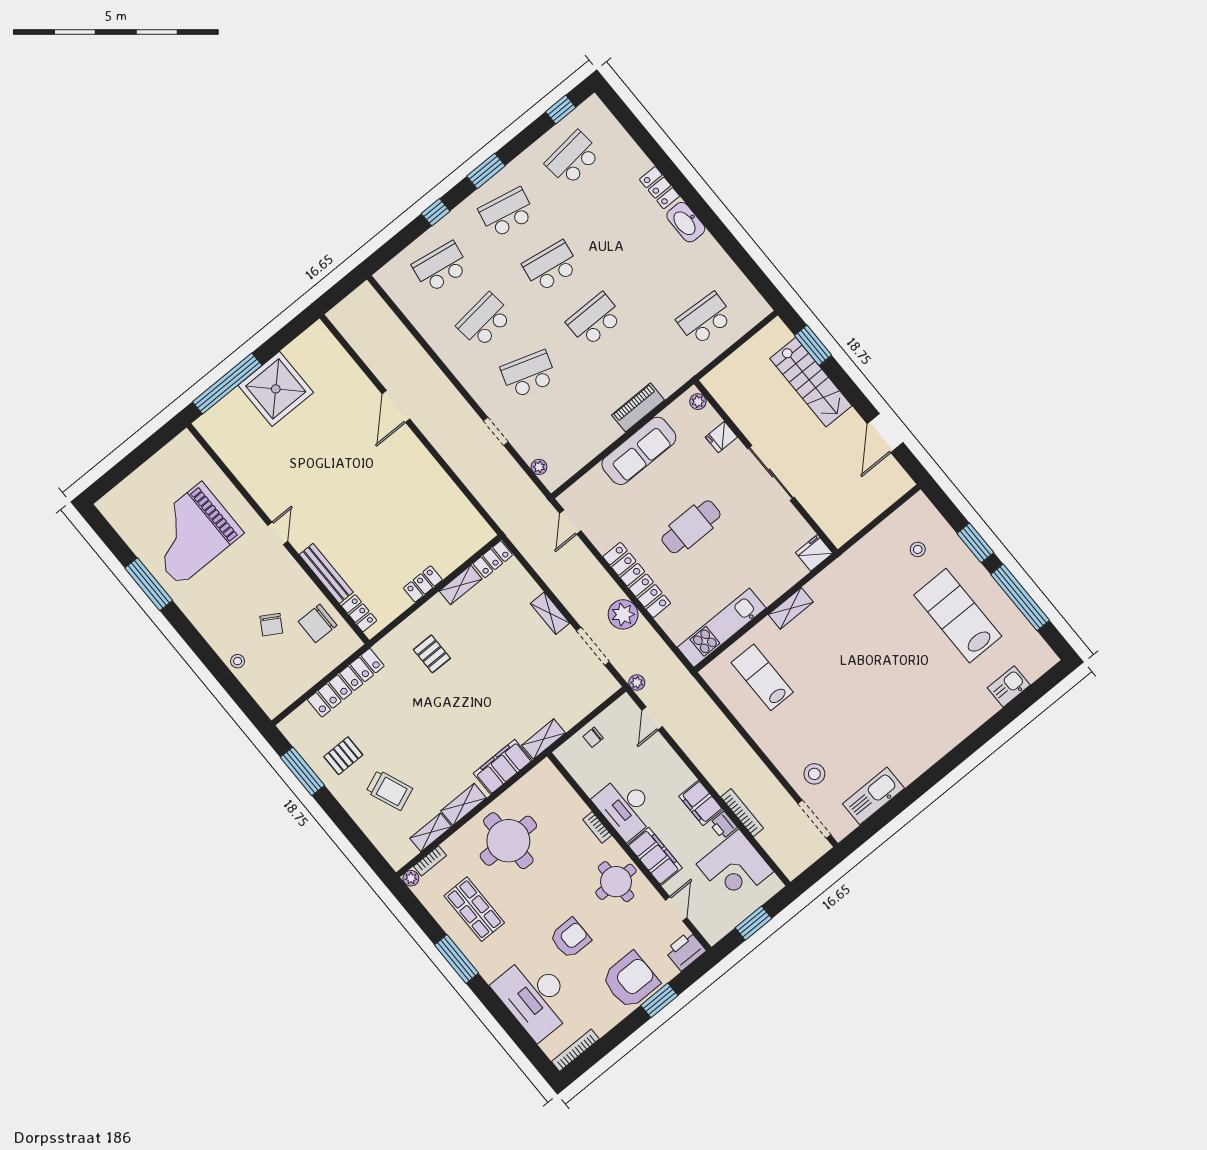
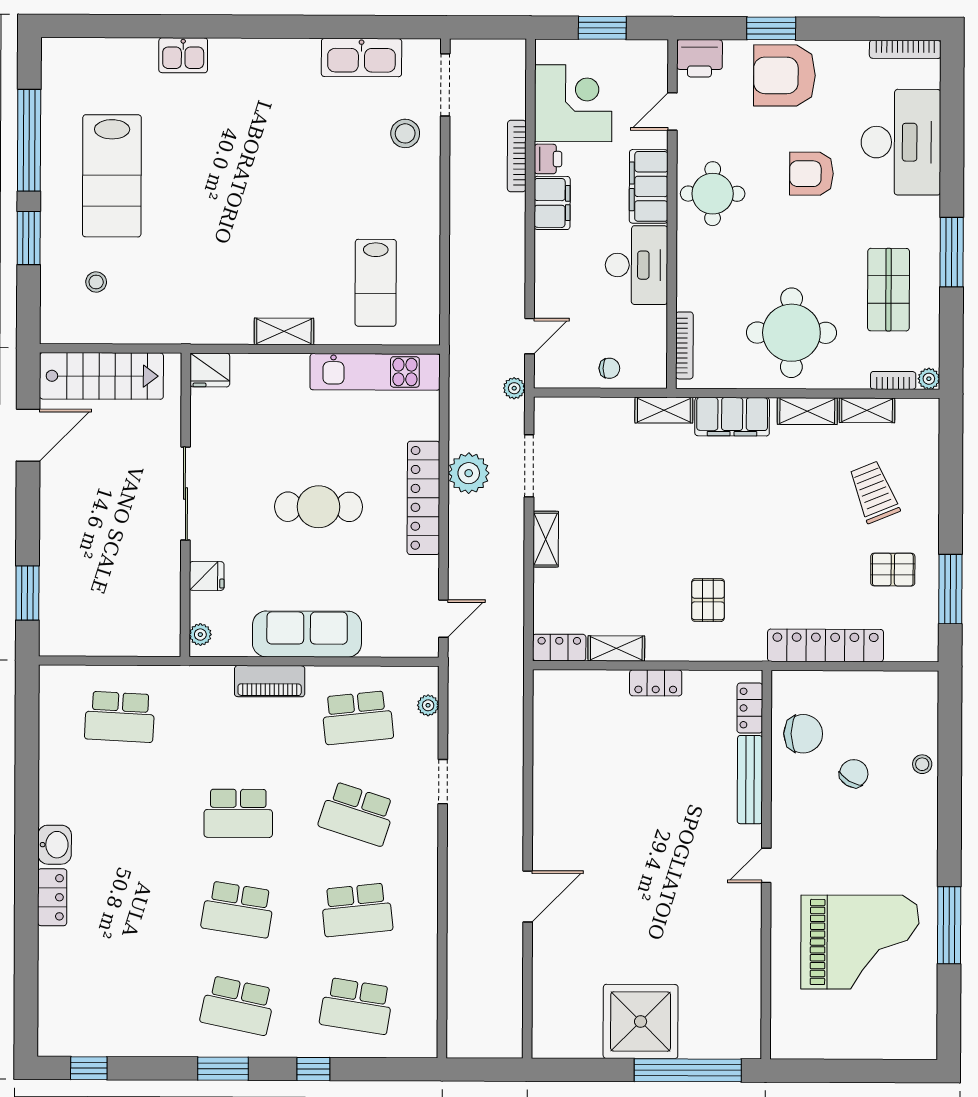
school desk: (573, 158) -> (357, 718), moved
washbasin: (686, 222) -> (55, 845), width x0.72
stairs: (811, 382) -> (101, 376), moved, turned 90
kitchen sink: (1009, 686) -> (183, 55), moved
bookcase: (597, 827) -> (684, 345), moved, width x1.56

